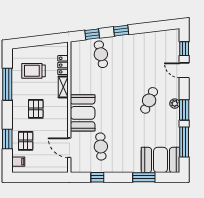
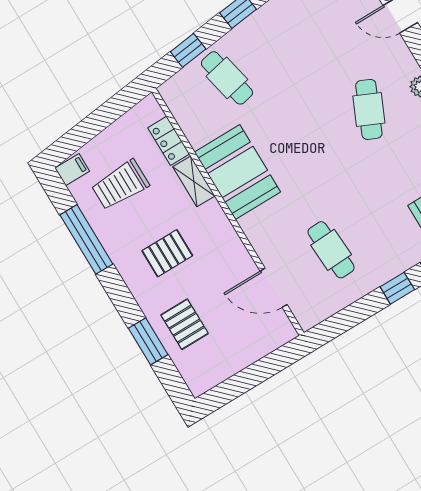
pallet: (36, 109) -> (167, 253), turned 90
booth: (83, 113) -> (237, 172), moved
filing cabinet: (18, 162) -> (72, 170), moved
window: (97, 177) -> (397, 288), moved

